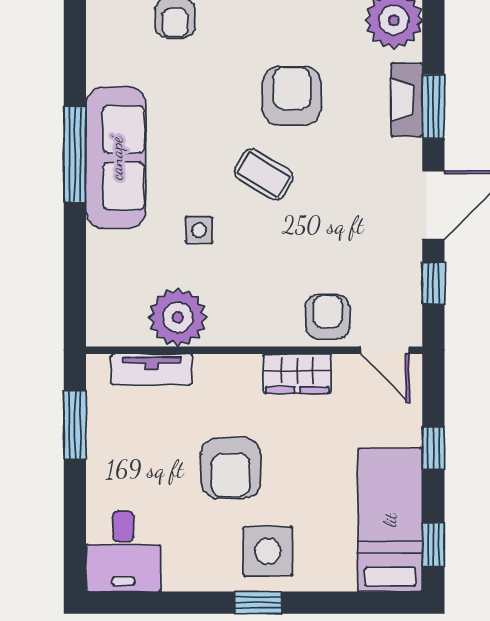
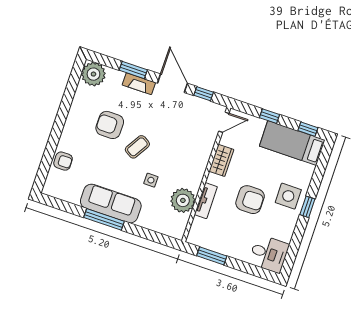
fireplace: (407, 100) -> (139, 84), moved
armchair: (328, 317) -> (203, 141), removed
tv unit: (152, 369) -> (206, 201), moved

